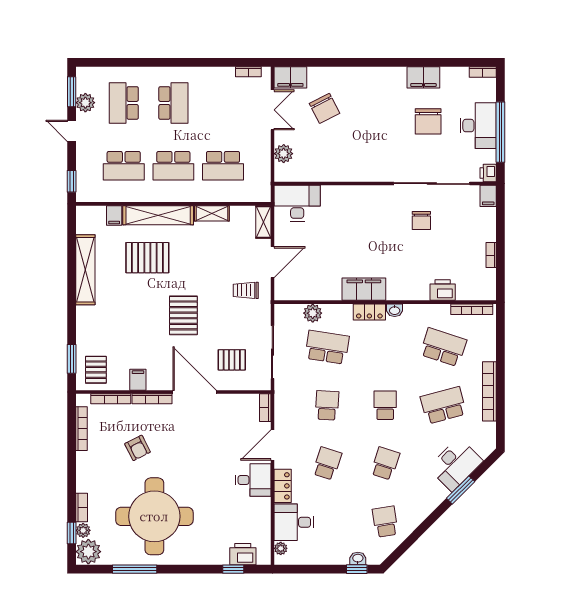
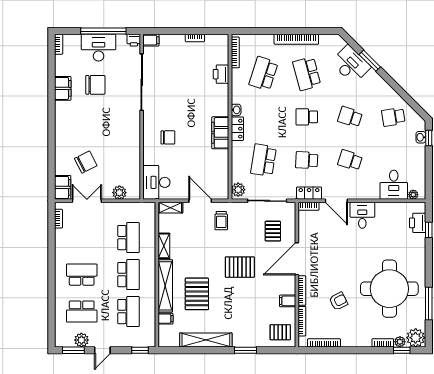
chair: (421, 221) -> (168, 137), moved
plant: (313, 313) -> (238, 190), moved
window: (72, 359) -> (245, 350), moved
locker: (283, 486) -> (309, 193), moved

